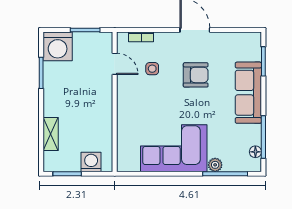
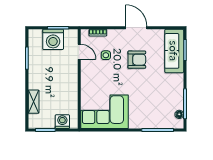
washing machine: (58, 46) -> (53, 39), moved
sofa: (248, 93) -> (174, 51), moved
corner sofa: (174, 148) -> (105, 112), moved
plant: (215, 165) -> (151, 124), removed

